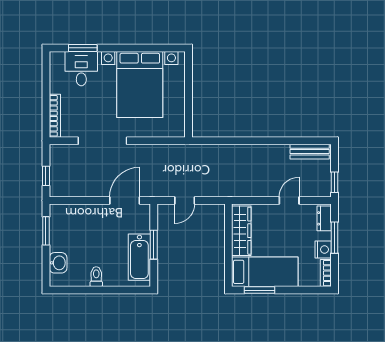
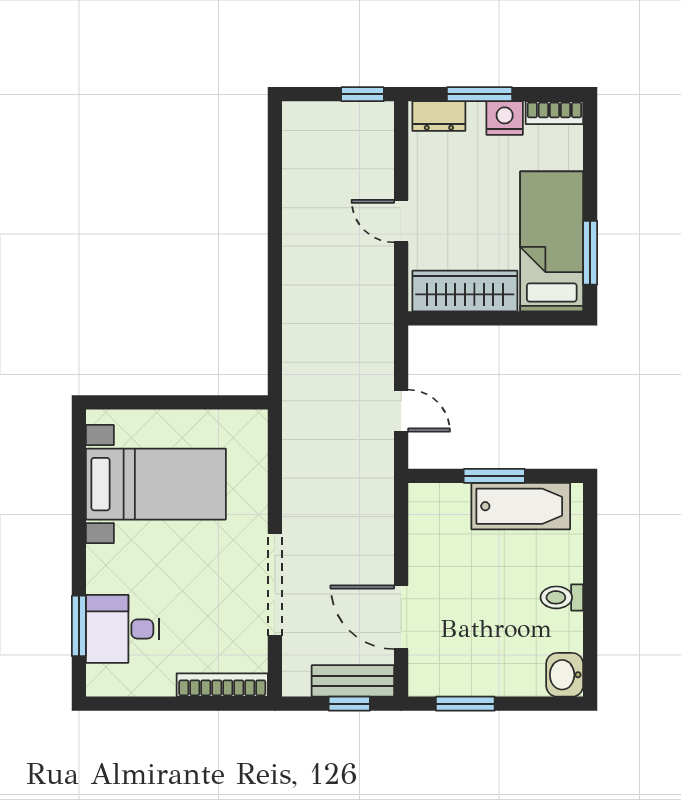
bed with nightstands: (140, 84) -> (156, 484), width x0.73
bench: (310, 152) -> (353, 681), moved, turned 90
door: (125, 201) -> (401, 617), moved
door: (289, 201) -> (401, 221), moved
washbasin: (58, 263) -> (565, 675), moved, turned -90

